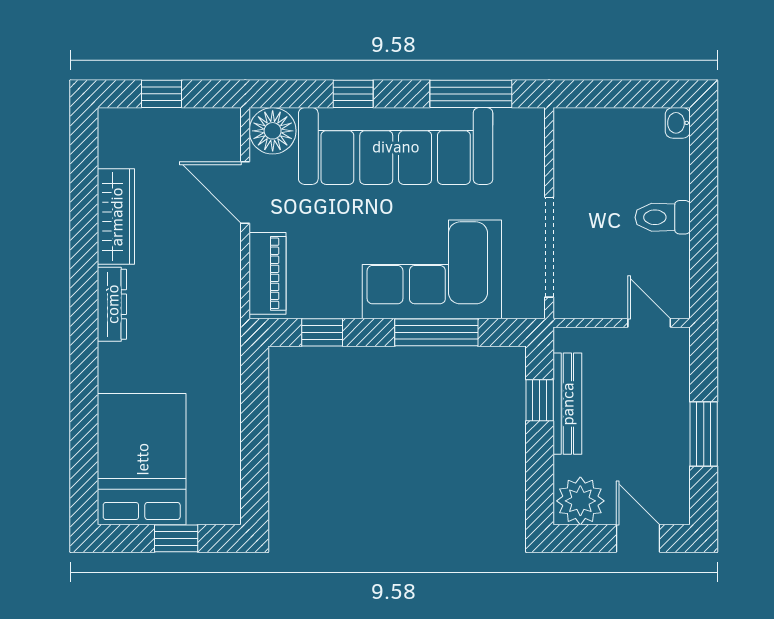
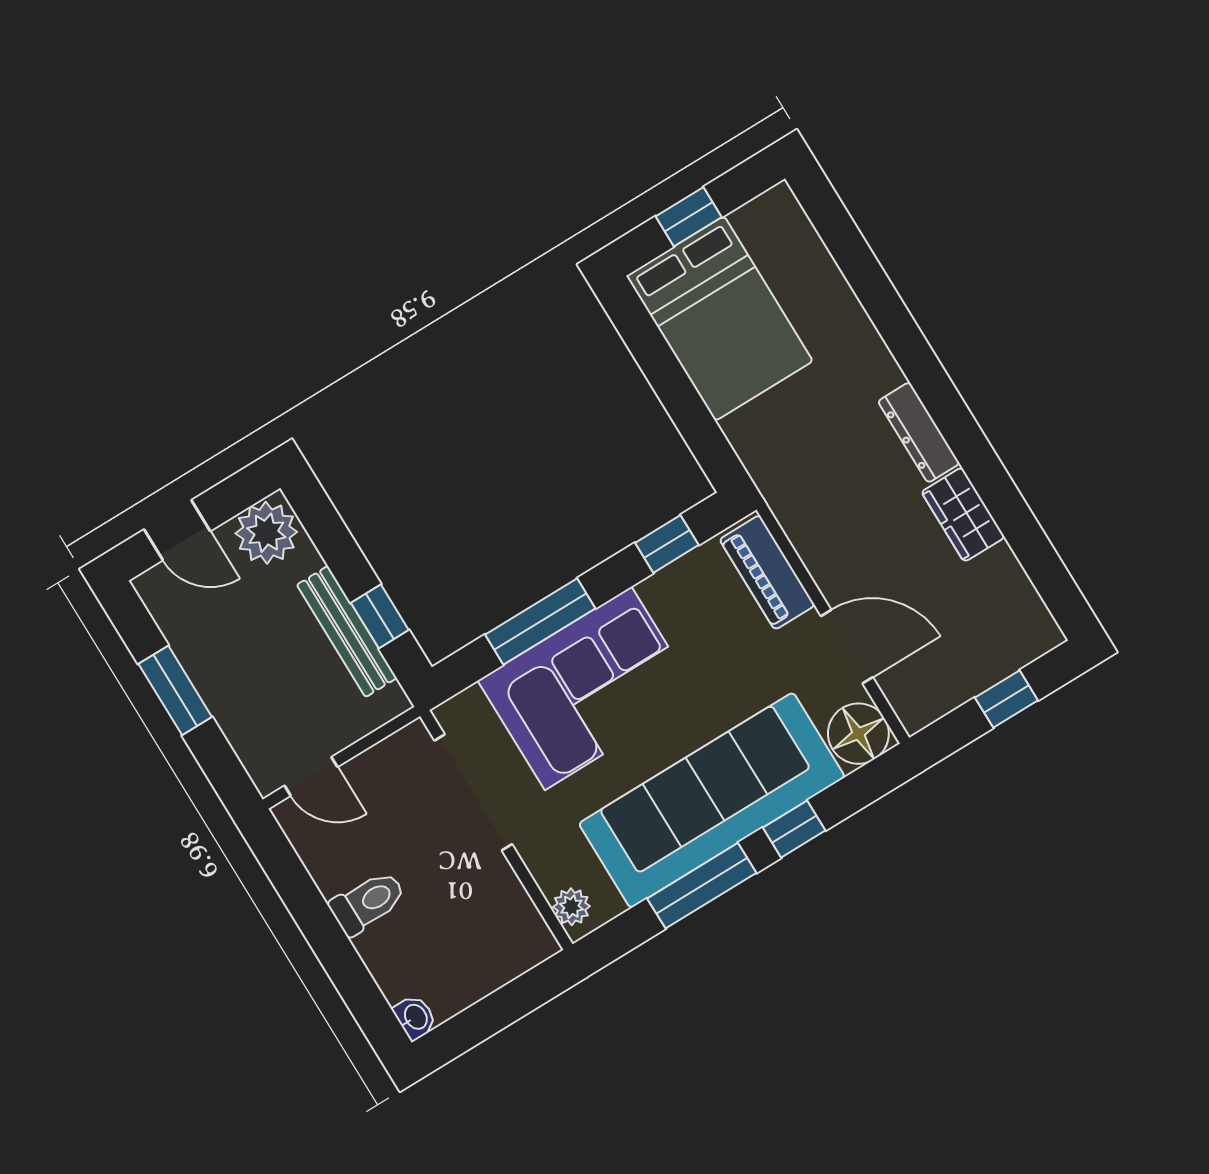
window: (471, 94) -> (702, 886), moved
plant: (531, 133) -> (571, 907), added
wardrobe: (116, 217) -> (963, 515), width x0.67
bed: (142, 459) -> (720, 319), moved

